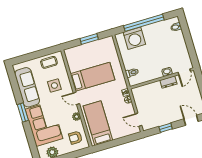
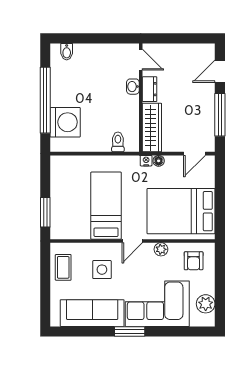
window: (89, 39) -> (45, 212), moved
wardrobe: (146, 90) -> (152, 128), added
bed: (98, 123) -> (181, 211), width x1.50
window: (166, 128) -> (220, 115), width x2.17

